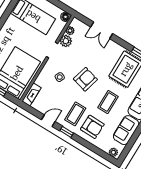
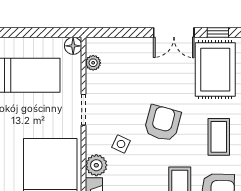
double door: (102, 30) -> (174, 33), moved
plant: (66, 41) -> (96, 165), moved

